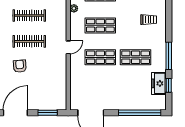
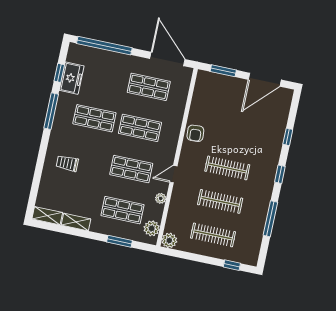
door: (68, 47) -> (173, 174), moved
armchair: (20, 66) -> (195, 133), moved
shop shelf: (100, 89) -> (149, 87), added

